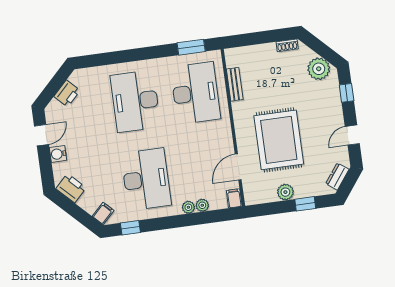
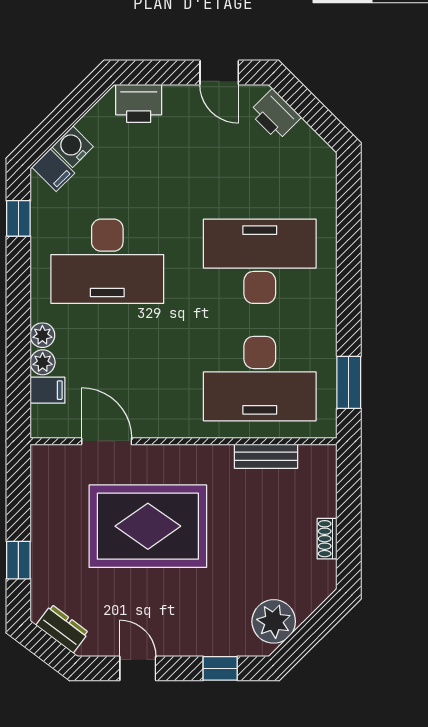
shoe rack: (287, 45) -> (327, 539), moved
printer: (67, 93) -> (275, 115), moved
water cooler: (58, 154) -> (73, 147), moved, turned -45
printer: (71, 188) -> (139, 103), moved, turned 45
plant: (285, 192) -> (46, 525), removed
filing cabinet: (234, 198) -> (48, 390), moved

